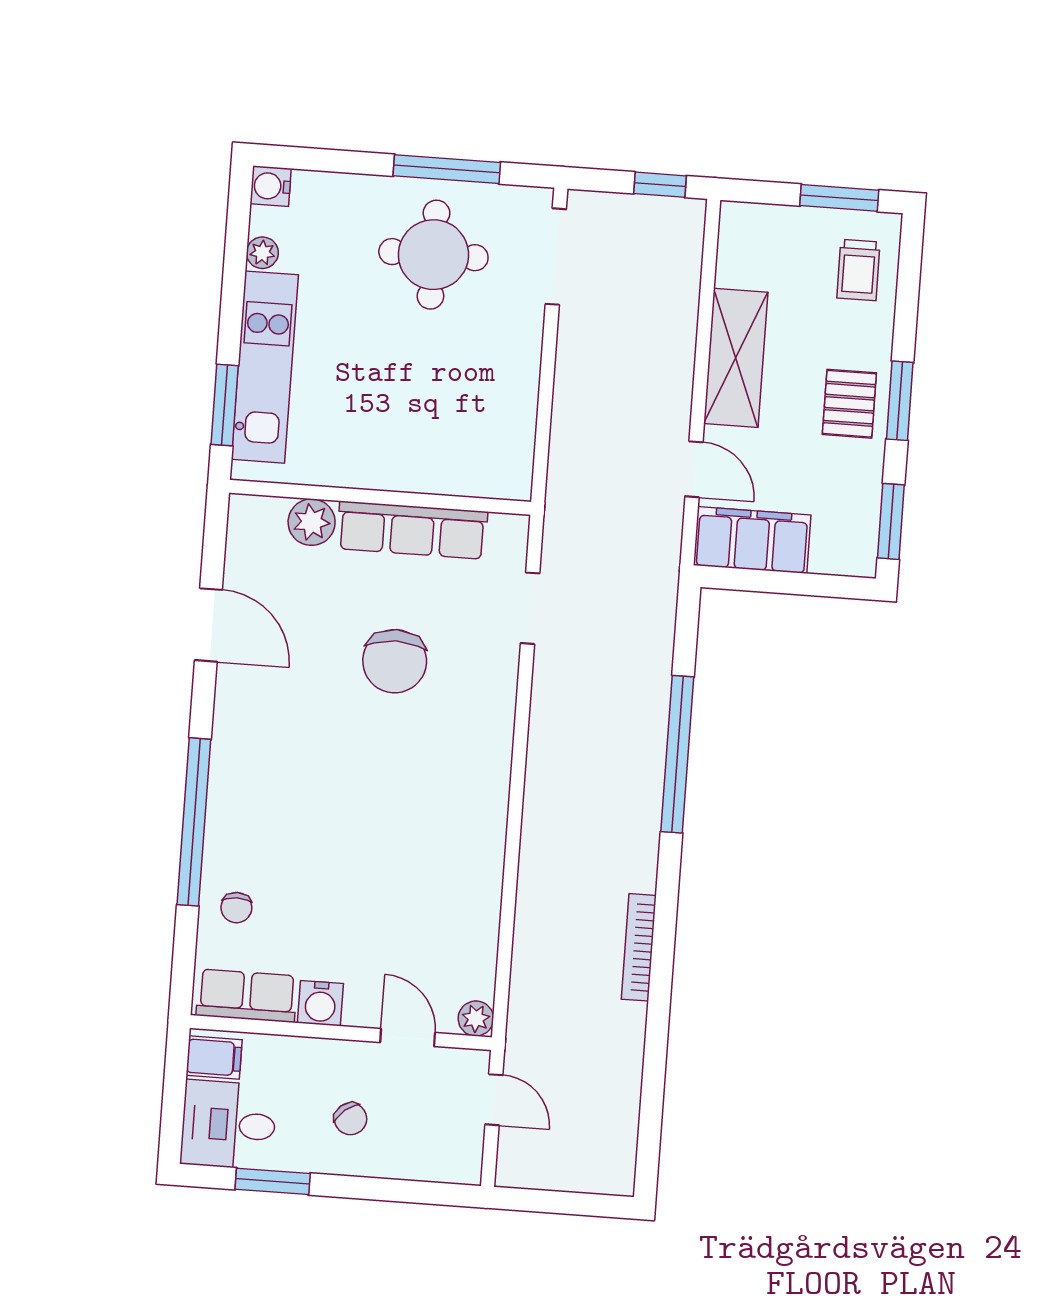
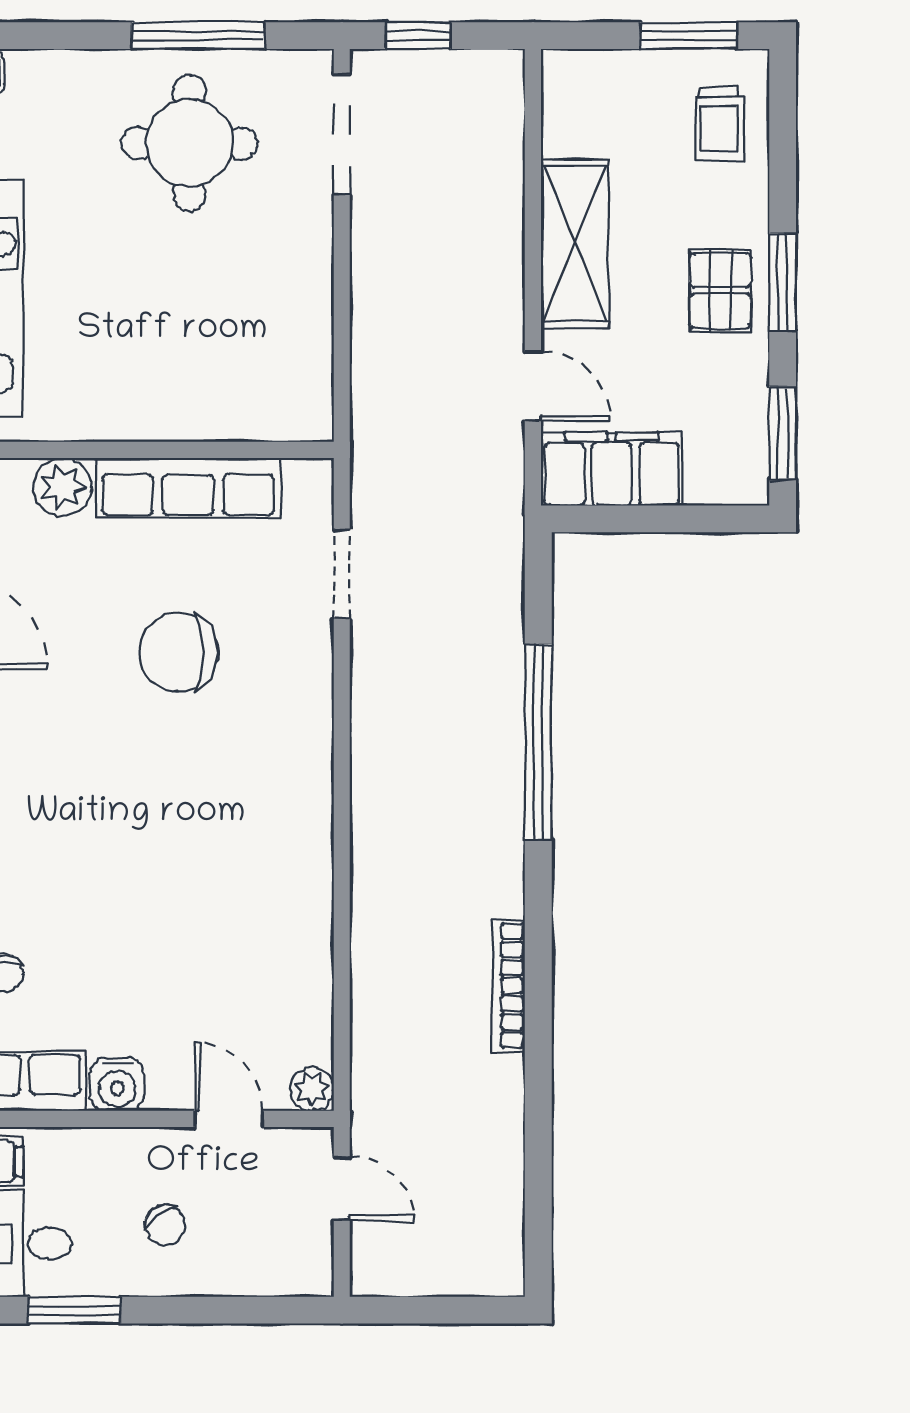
window: (660, 185) -> (419, 36), moved
chair: (395, 661) -> (178, 652), turned 90

